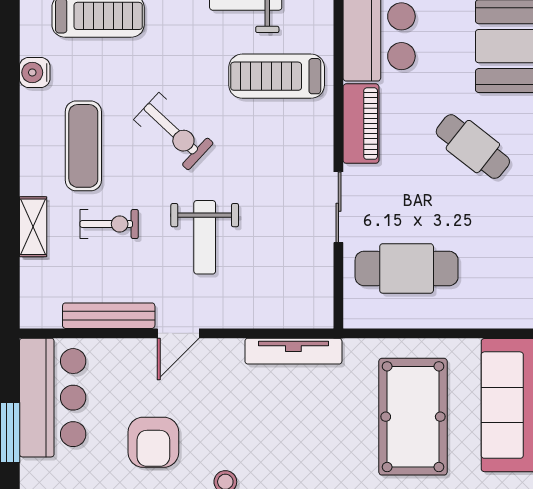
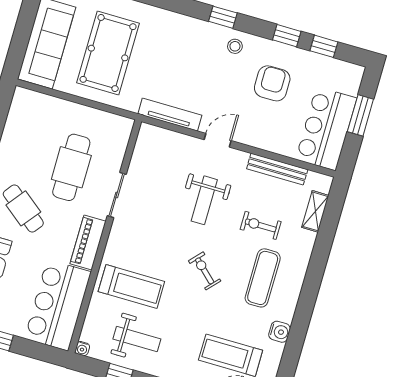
exercise bike: (174, 131) -> (205, 271), width x0.73, depth x0.72
shelving: (33, 227) -> (315, 211), moved
weight bench: (205, 237) -> (204, 200), turned 180
cafe table: (407, 268) -> (71, 167), moved, turned 90
door: (178, 333) -> (218, 140), moved

